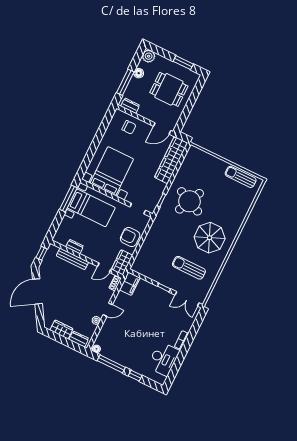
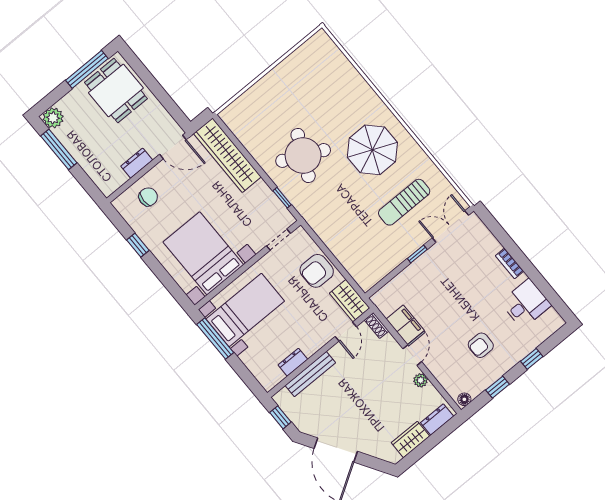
window: (183, 63) -> (87, 69), width x1.44
floor lamp: (139, 73) -> (72, 145), removed
window: (125, 82) -> (59, 149), moved
dining table: (169, 89) -> (116, 90), moved, turned 90
dresser: (130, 106) -> (137, 163), moved
door: (162, 128) -> (173, 147), hinge flipped
window: (100, 134) -> (138, 245), added
sun lounger: (241, 177) -> (301, 61), removed
filing cabinet: (130, 284) -> (405, 325), moved
double door: (187, 299) -> (450, 227), swing flipped
armchair: (130, 345) -> (481, 345), added
desk: (164, 359) -> (526, 304), width x0.73
window: (111, 364) -> (498, 387), width x0.46

